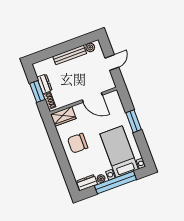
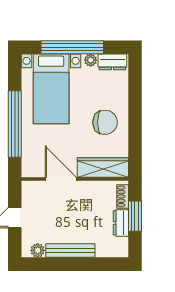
wardrobe: (63, 116) -> (103, 167), width x1.50
window: (134, 121) -> (15, 124), width x2.11

